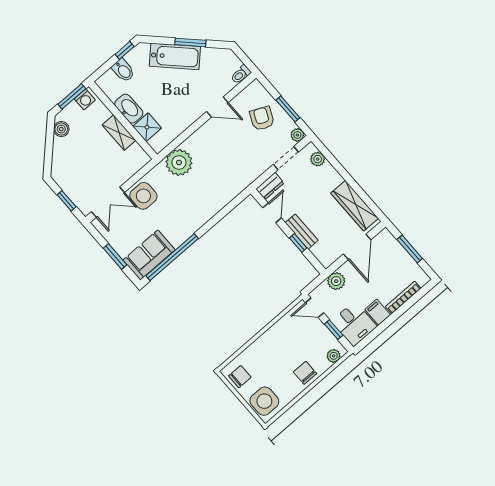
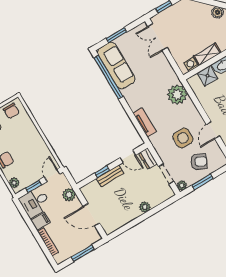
washing machine: (136, 152) -> (191, 64), added
plant: (318, 159) -> (145, 207), moved
side table: (143, 196) -> (183, 138), moved
tv unit: (223, 199) -> (145, 122), added
wardrobe: (355, 206) -> (122, 218), removed
sofa: (149, 255) -> (116, 66), width x1.36

